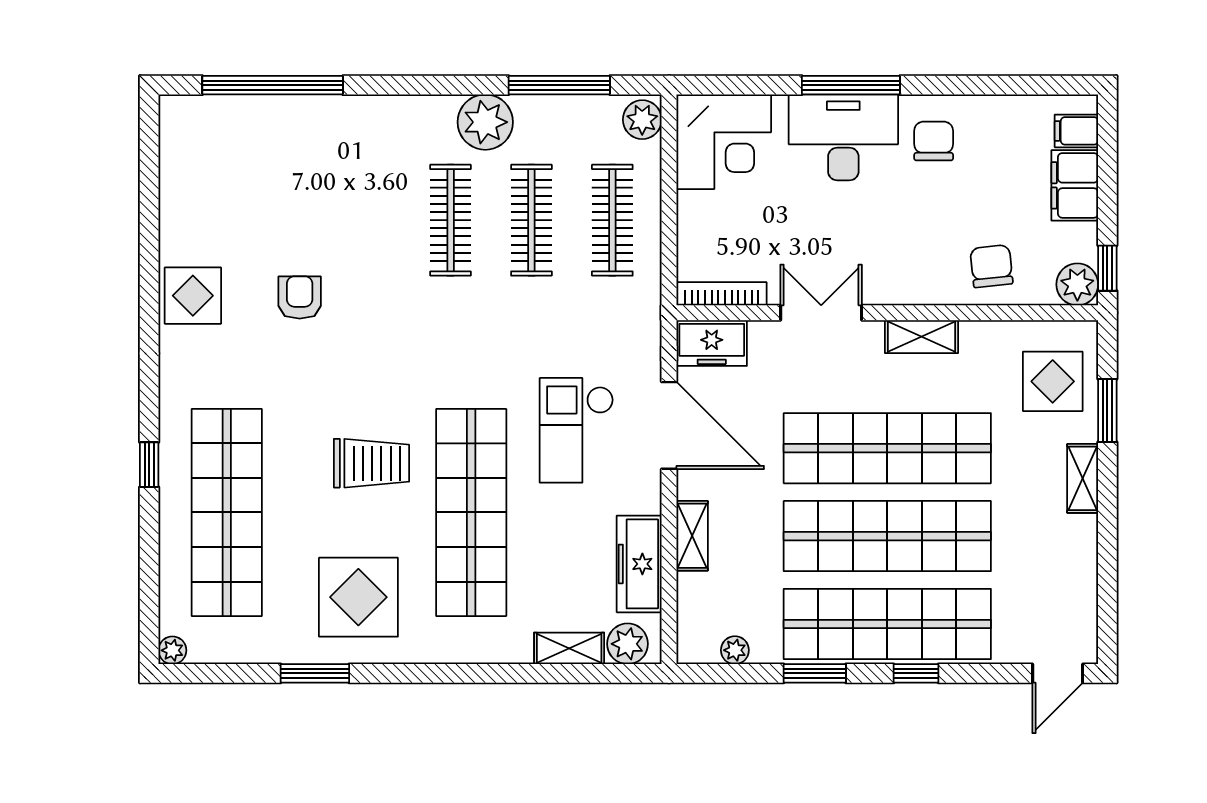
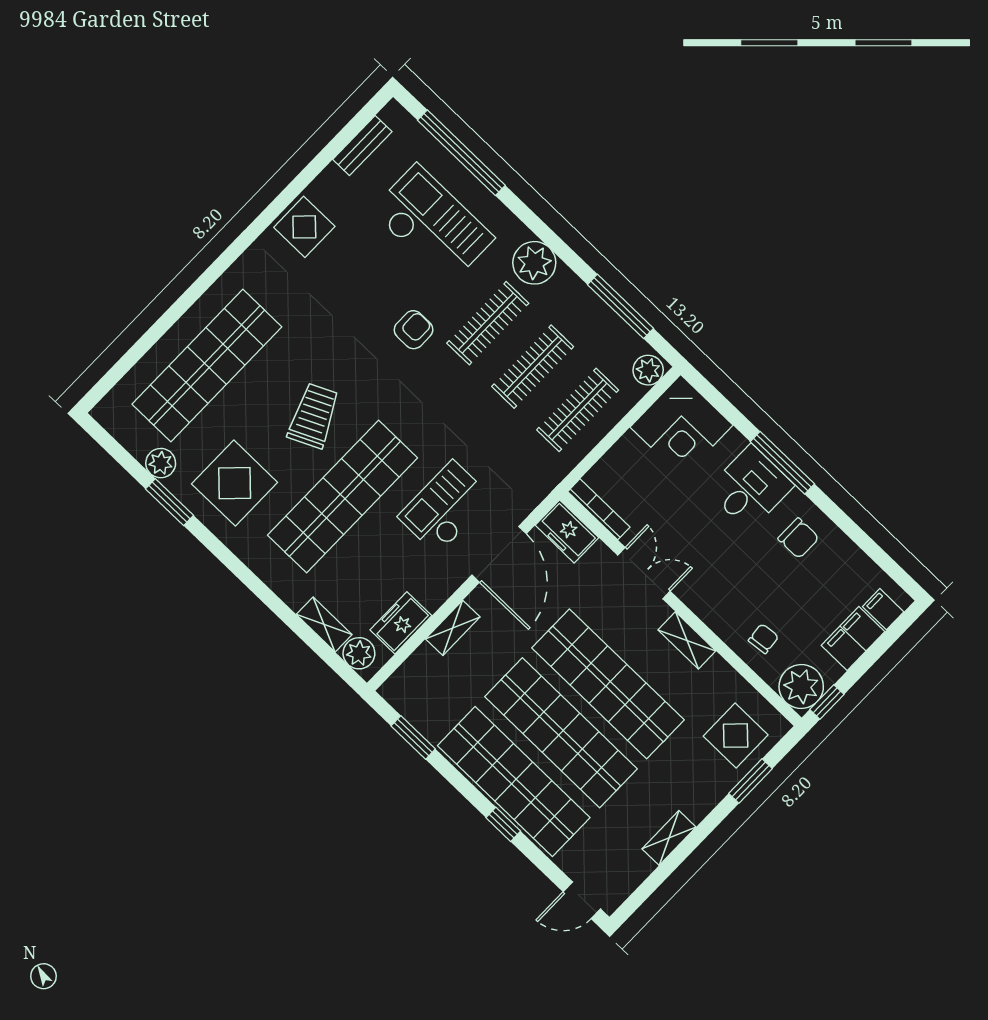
plant: (485, 122) -> (534, 263), moved
desk: (843, 137) -> (750, 488), width x0.73
chair: (934, 141) -> (798, 538), turned 90
bench: (174, 168) -> (362, 145), added
checkout: (310, 178) -> (432, 224), added
chair: (991, 266) -> (763, 639), width x0.73, depth x0.73
plant: (1077, 284) -> (801, 687), width x1.36, depth x1.36
armchair: (300, 297) -> (414, 330), moved
trolley: (371, 463) -> (314, 416), turned -115
window: (149, 465) -> (189, 297), removed
shelving: (1083, 478) -> (669, 838), moved
freezer: (639, 564) -> (401, 623), width x0.71
plant: (172, 650) -> (161, 463), moved, width x1.38, depth x1.38
plant: (735, 650) -> (415, 714), removed
window: (815, 673) -> (413, 737), moved

